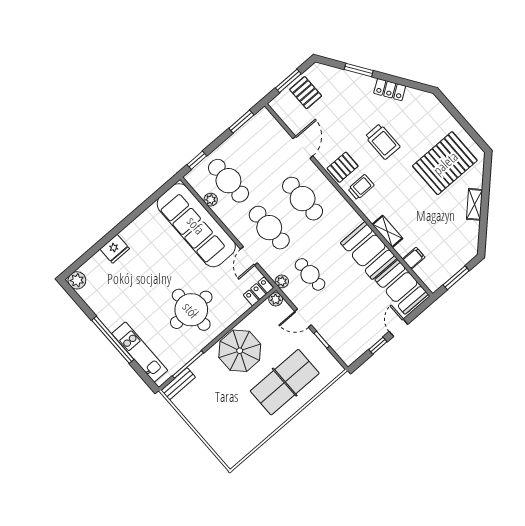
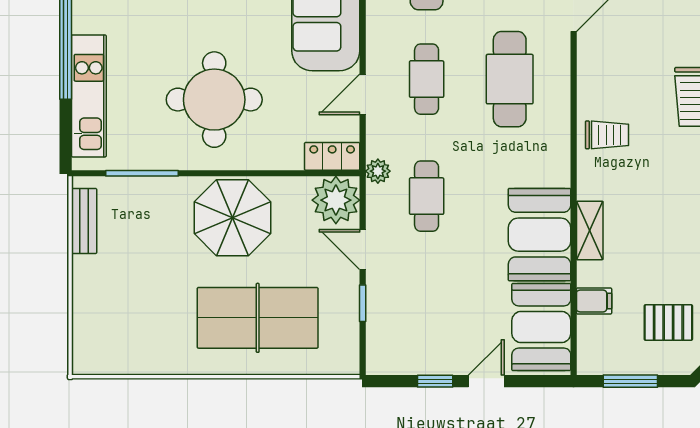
pallet: (343, 167) -> (668, 322), moved
cafe table: (269, 228) -> (427, 79), width x0.73, depth x0.74
plant: (276, 299) -> (336, 200), width x1.87, depth x1.87
bench: (178, 384) -> (84, 221), moved, turned 90

